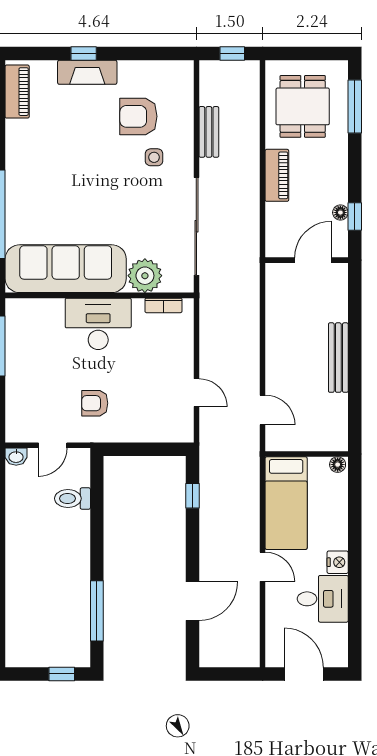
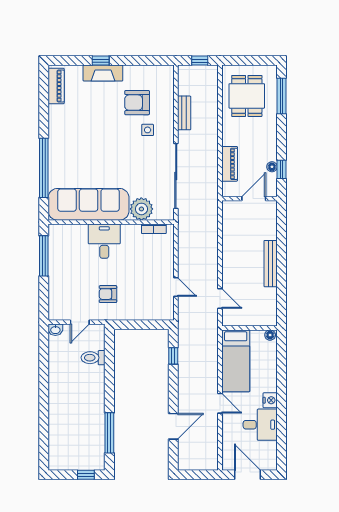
piano: (277, 175) -> (230, 164), moved
desk: (98, 324) -> (104, 241), width x0.73

